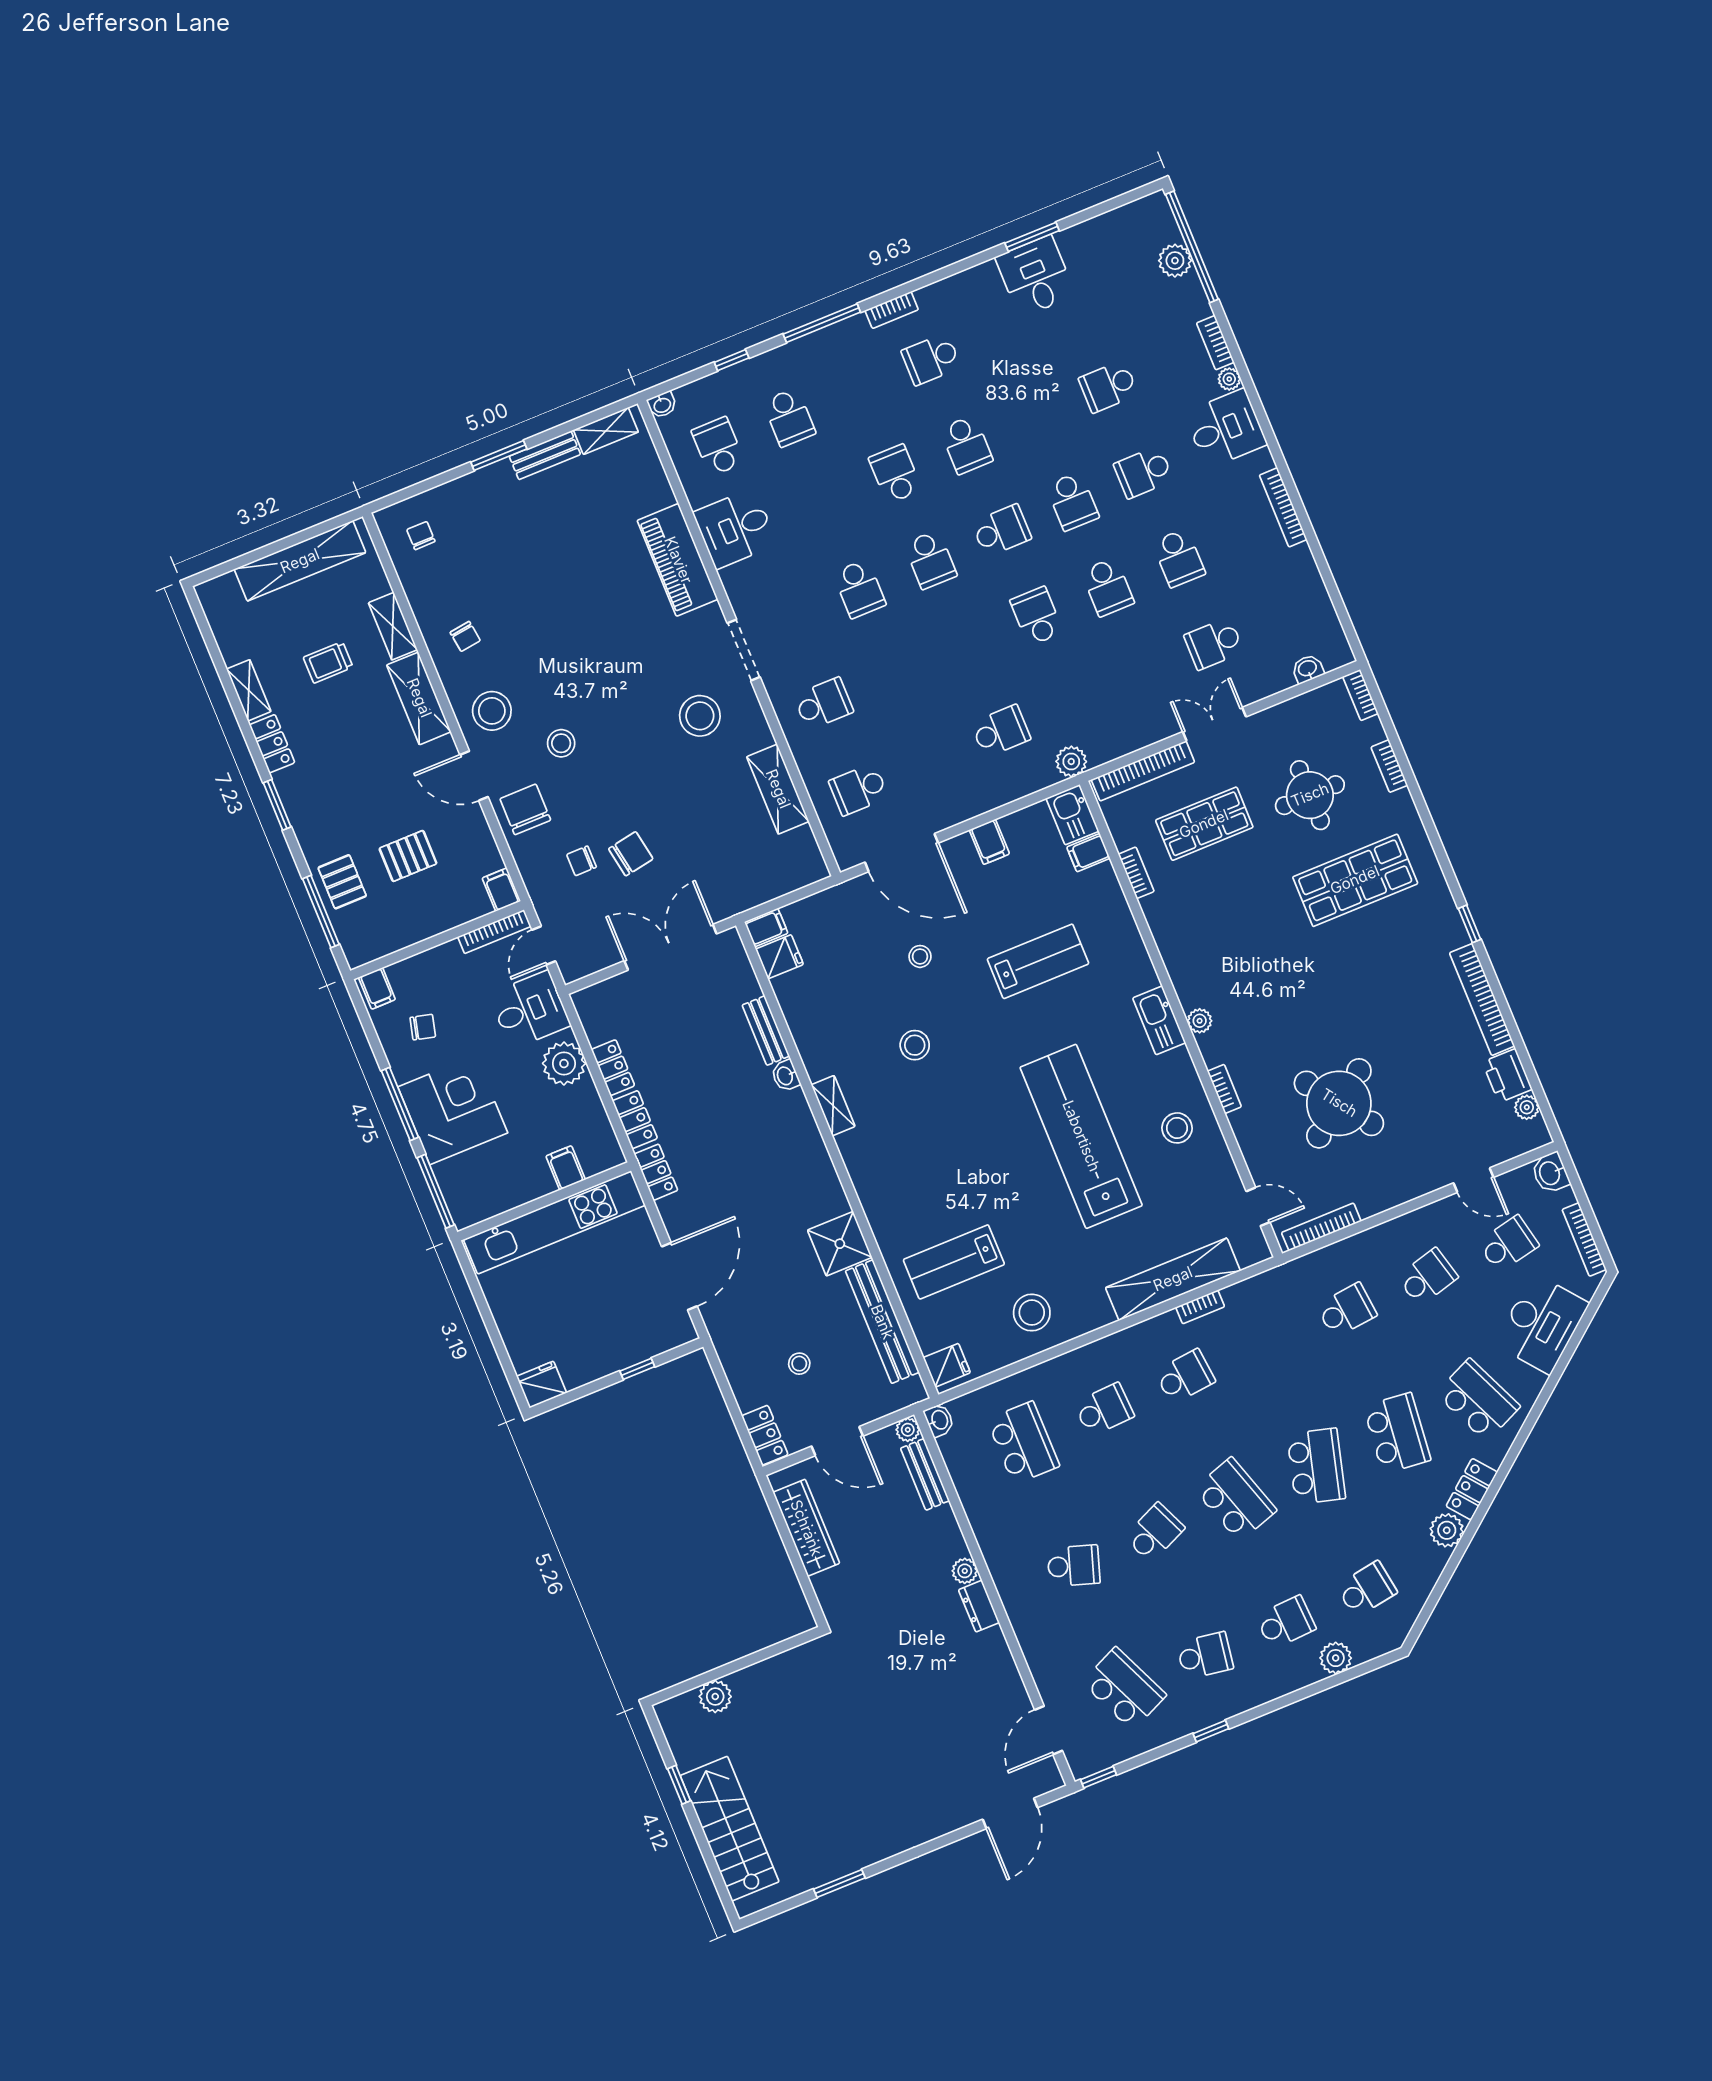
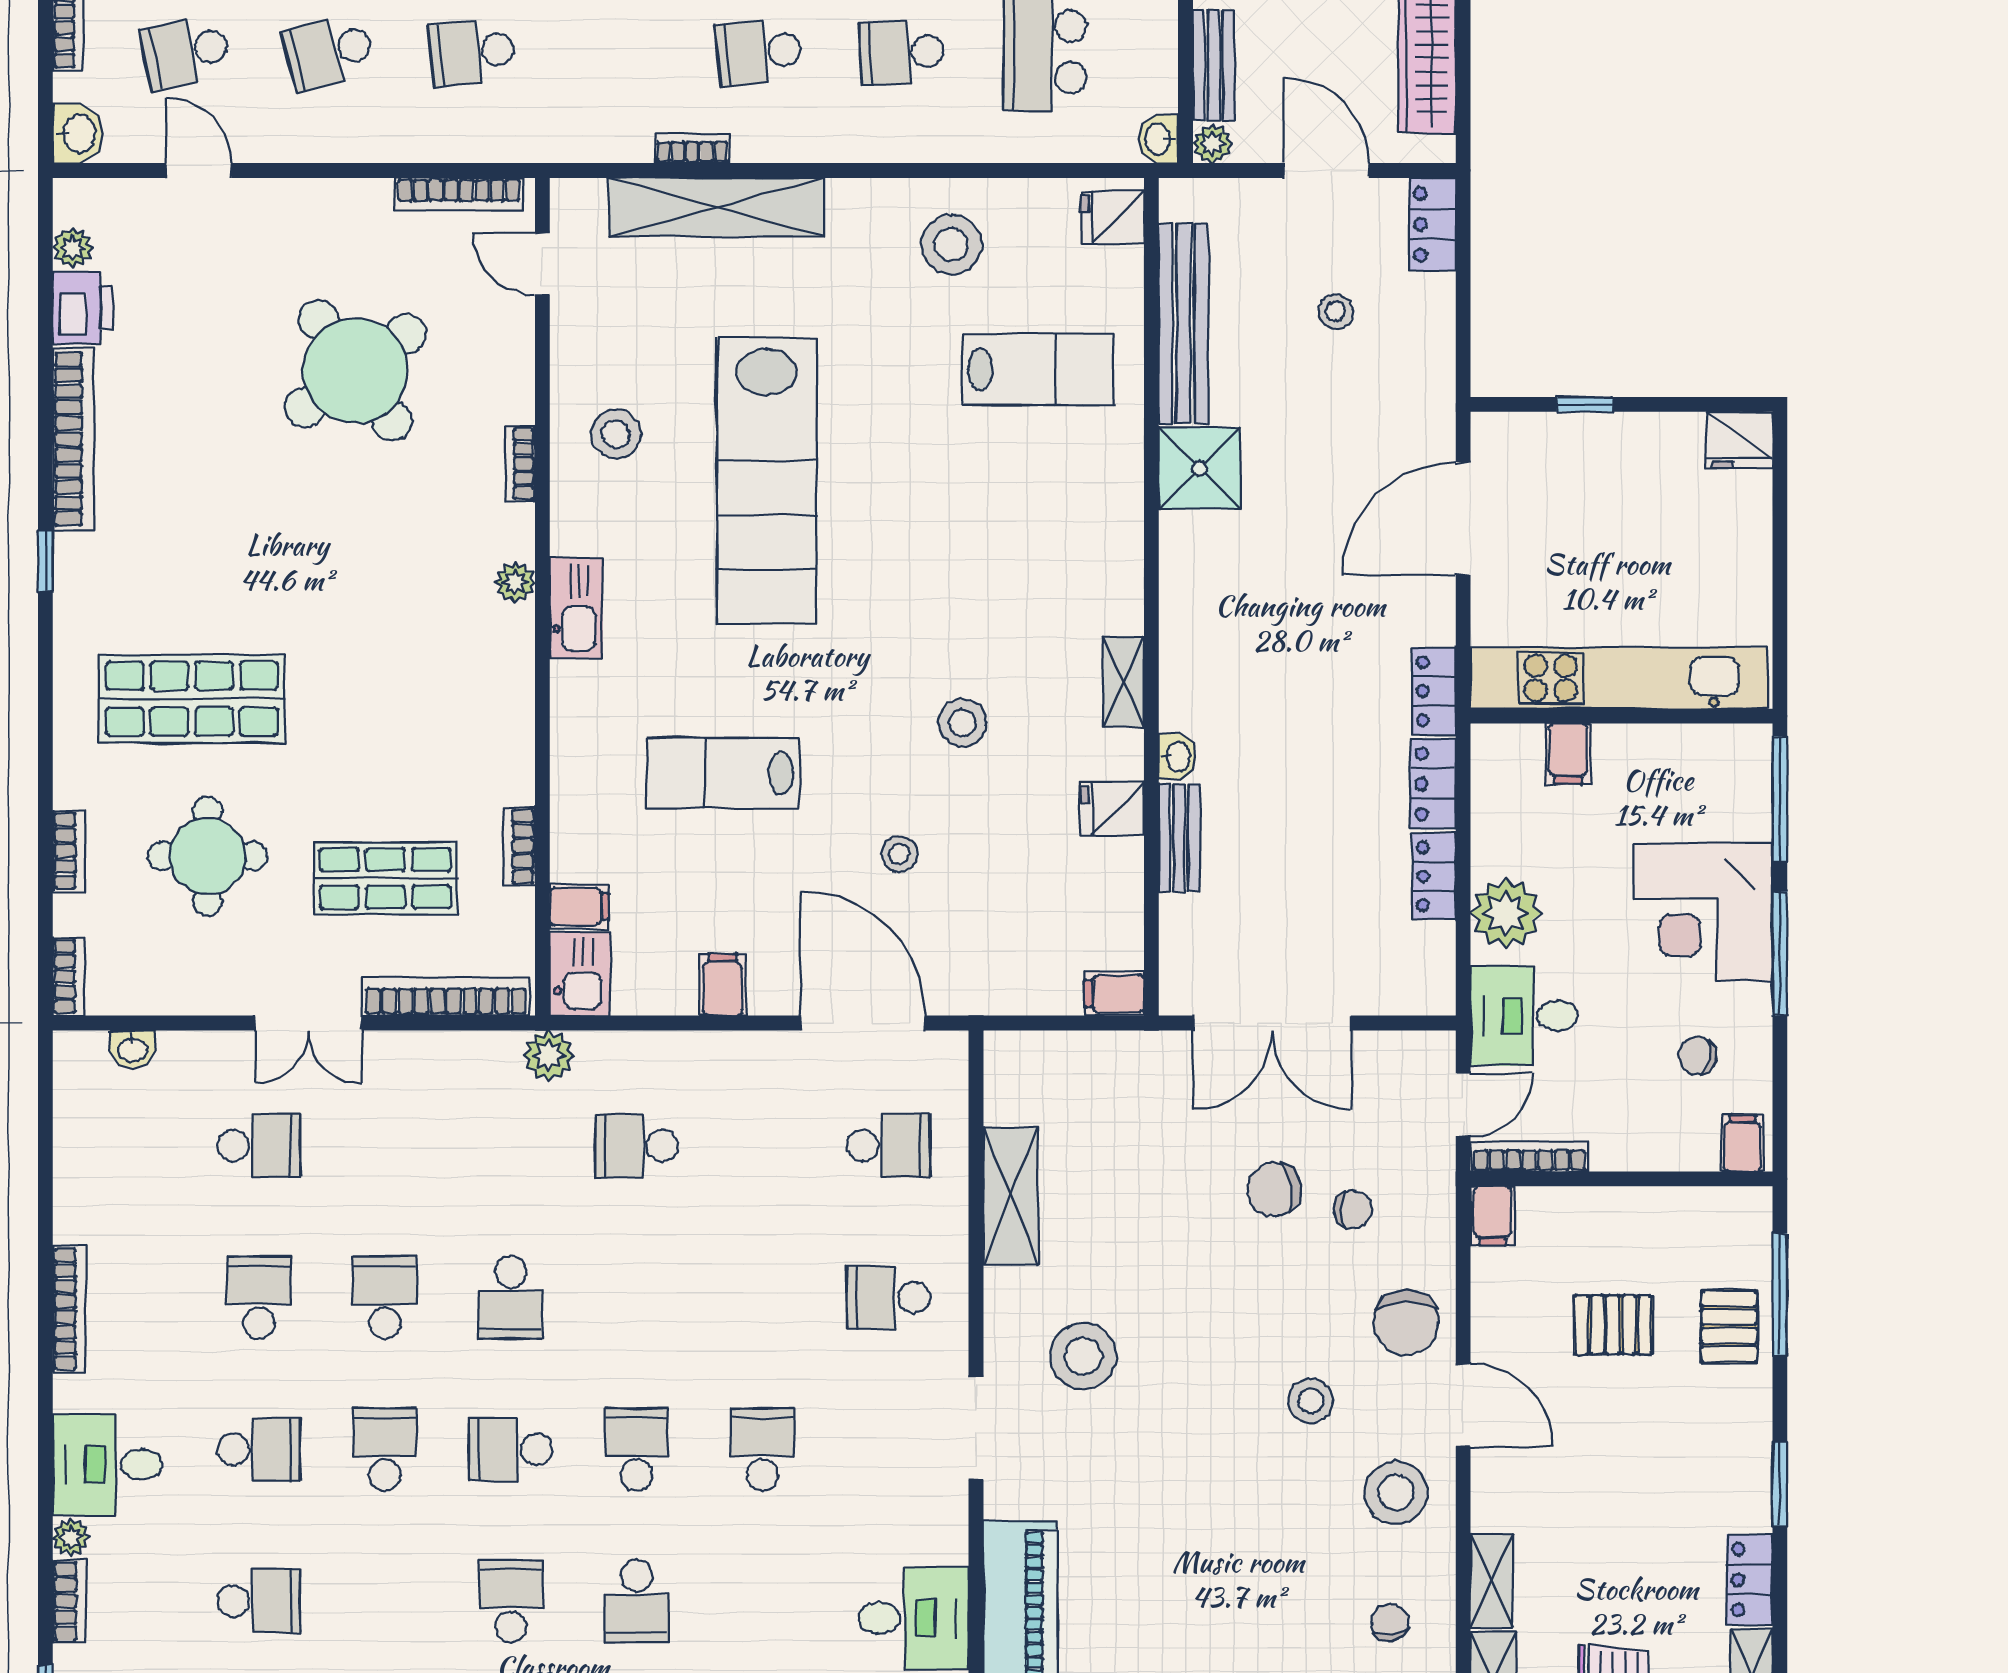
shelving: (419, 698) -> (1492, 1581), width x0.67, depth x0.75
fridge: (780, 957) -> (1112, 809), moved

